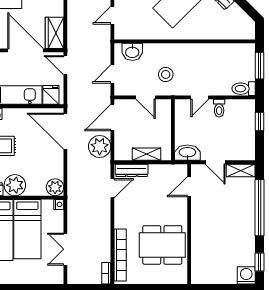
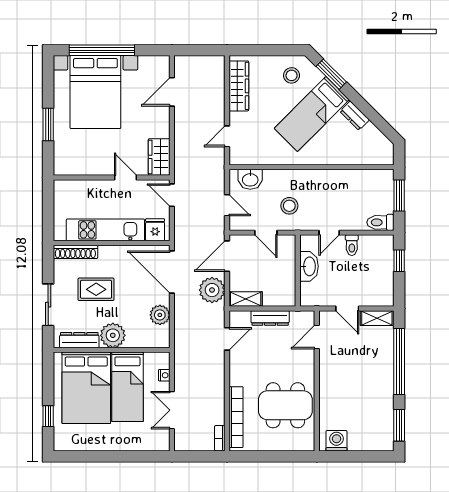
door: (26, 50) -> (125, 177), width x0.53
door: (112, 74) -> (227, 205), swing flipped
washbasin: (187, 153) -> (309, 266), moved, turned 90
shelving: (147, 154) -> (246, 299), moved
dresser: (132, 170) -> (270, 318), moved
plant: (55, 187) -> (160, 315), moved
nightstand: (59, 204) -> (164, 375), moved
window: (260, 262) -> (399, 425), width x1.50
washing machine: (246, 275) -> (336, 441), moved

